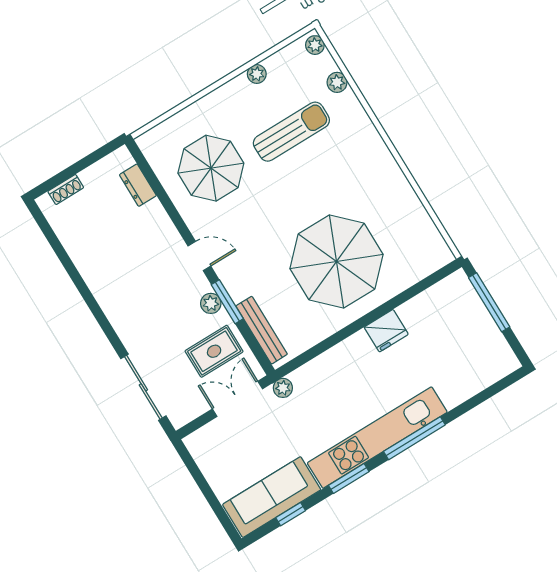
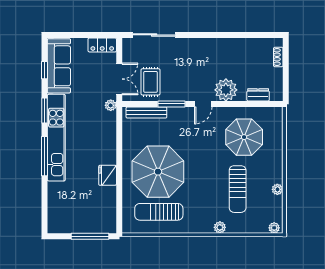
plant: (337, 82) -> (220, 227), moved
sun lounger: (394, 225) -> (159, 212), added
plant: (211, 303) -> (226, 90), moved, width x1.88, depth x1.88
locker: (203, 453) -> (102, 45), added

